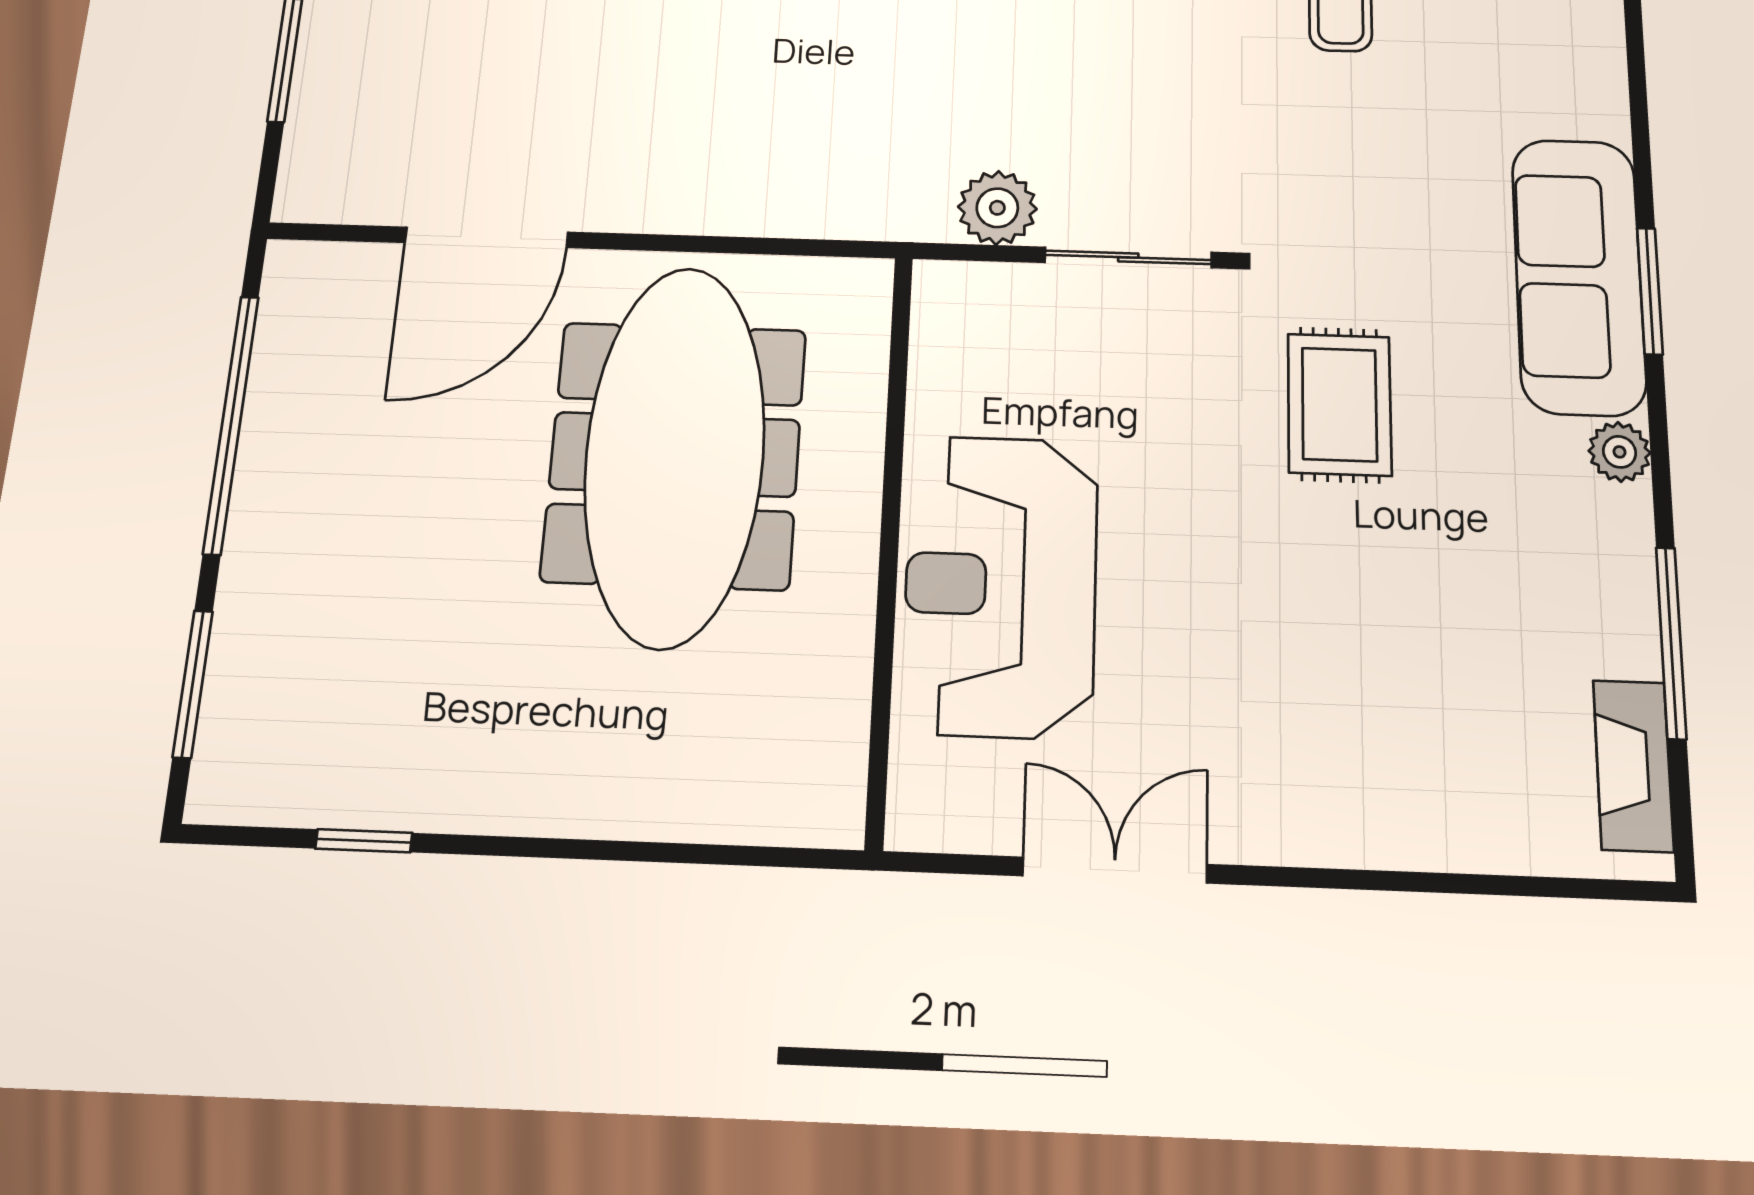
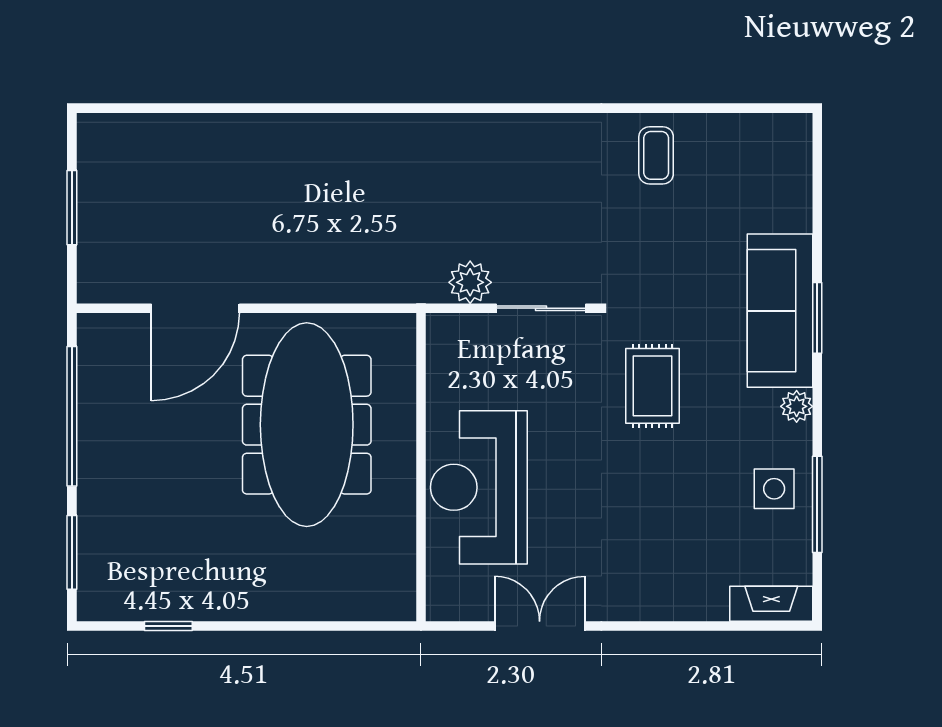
side table: (1583, 609) -> (774, 489), added
fireplace: (1633, 766) -> (771, 604), moved, turned 90

